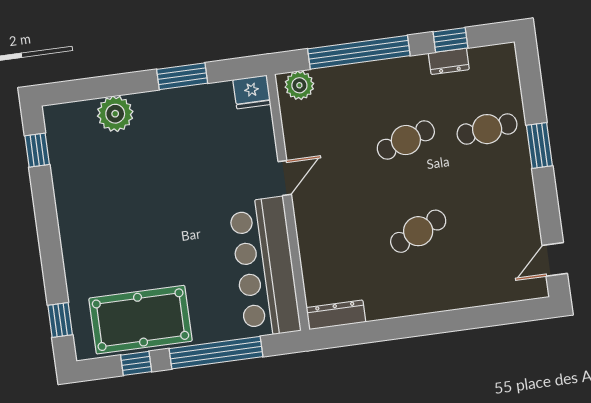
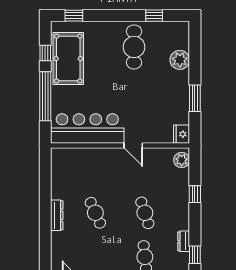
window: (450, 40) -> (195, 255), moved
window: (359, 52) -> (195, 194), width x0.32
window: (37, 150) -> (154, 16), moved
cafe table: (103, 201) -> (134, 47), added
dresser: (336, 315) -> (57, 215), moved

